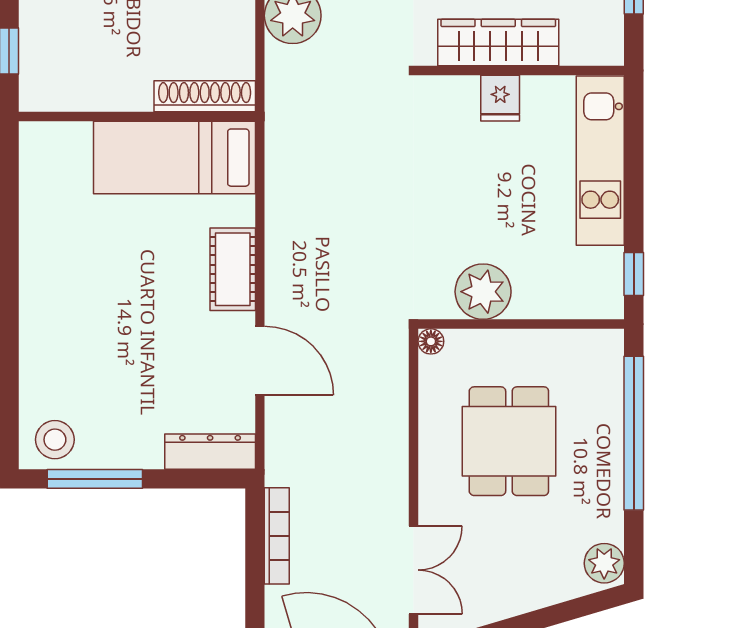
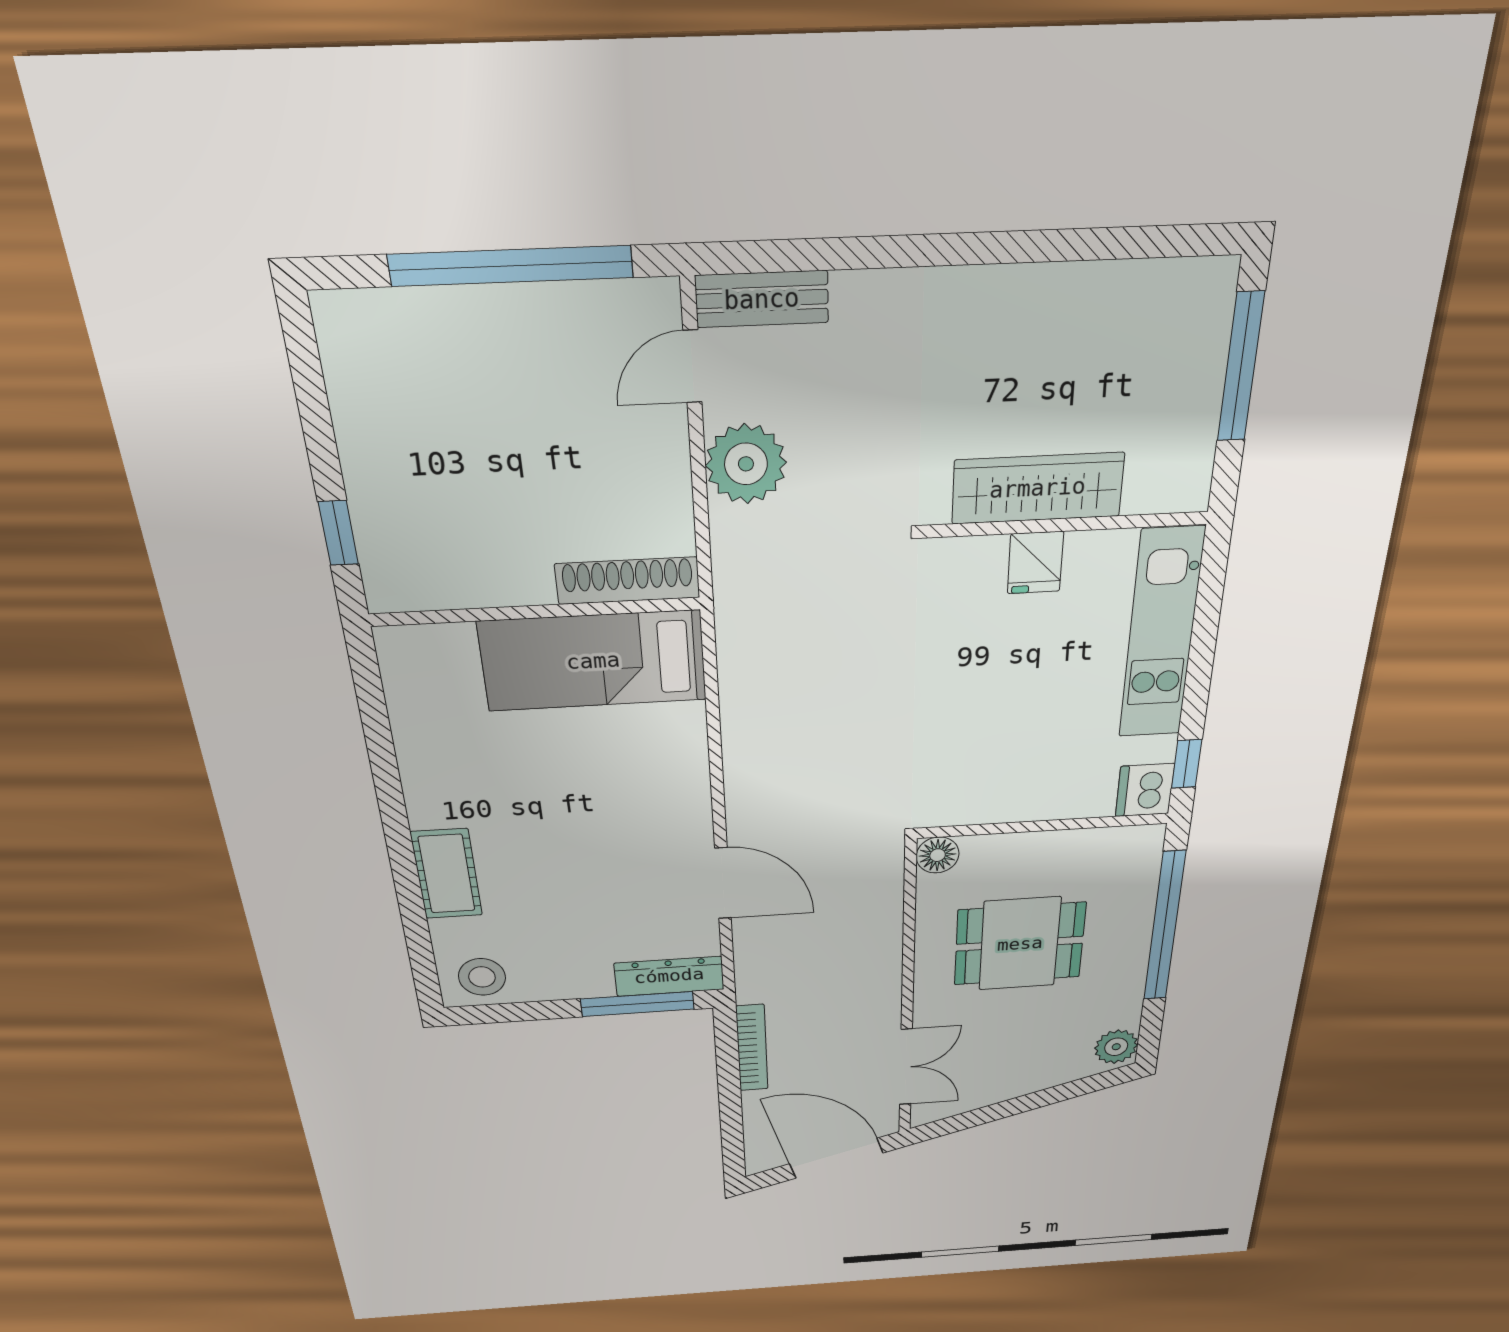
cot: (233, 269) -> (447, 874), moved
plant: (483, 292) -> (998, 794), removed
dishwasher: (602, 296) -> (1145, 790), added
floor lamp: (431, 341) -> (938, 855), width x1.37, depth x1.37
dining table: (509, 441) -> (1020, 944), turned 90
window: (95, 479) -> (637, 1004), moved

